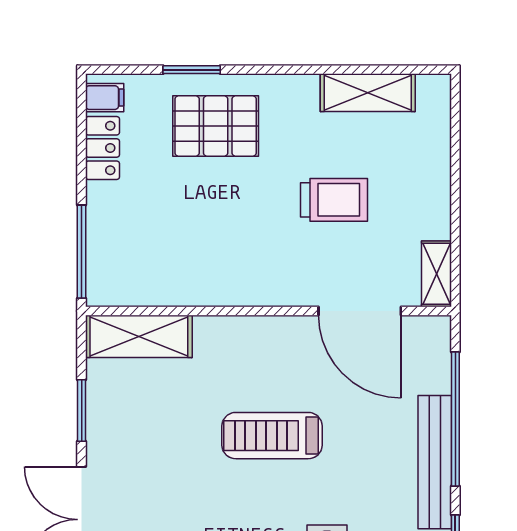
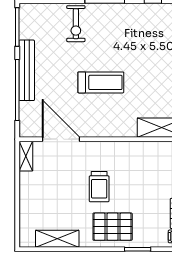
pallet: (216, 126) -> (113, 227), moved
trolley: (334, 200) -> (99, 187), moved, turned -90

